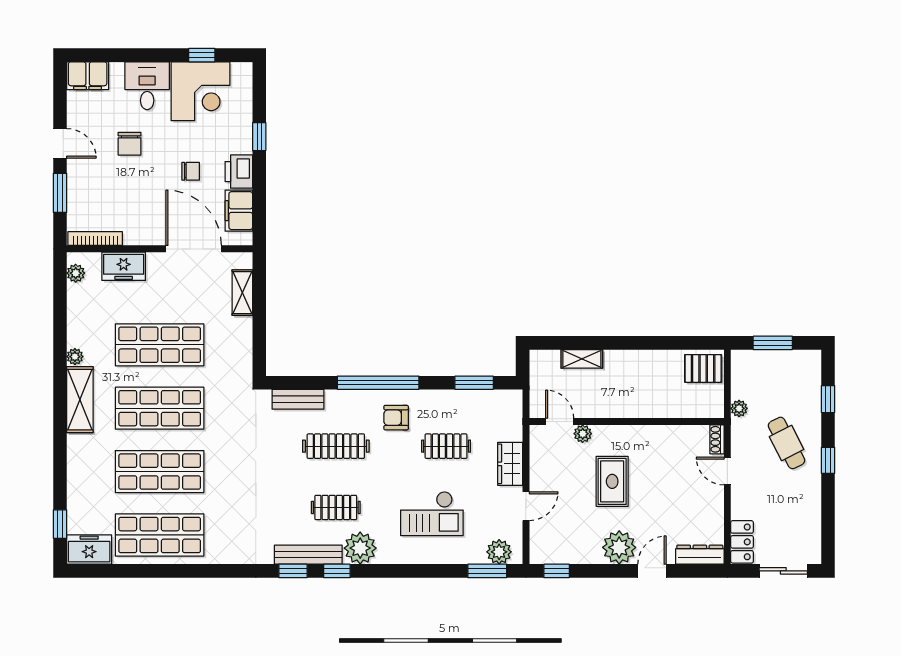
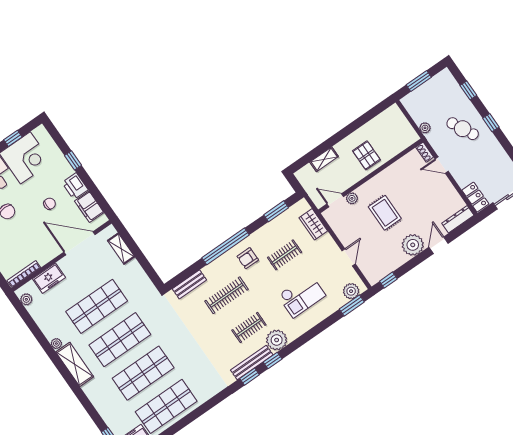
pallet: (703, 368) -> (366, 155), moved, turned 90
wardrobe: (510, 464) -> (313, 224), moved

